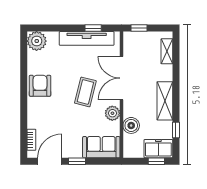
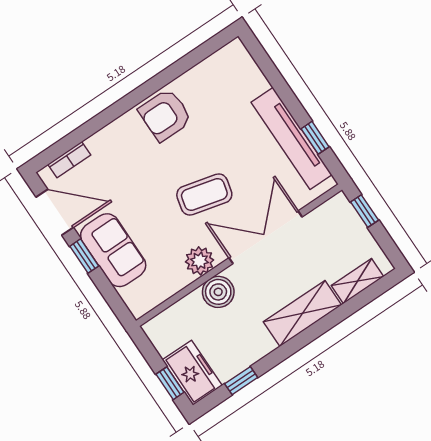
plant: (37, 41) -> (233, 61), removed
armchair: (40, 86) -> (165, 115), turned 180
shelving: (165, 101) -> (302, 313), moved
boiler: (131, 125) -> (218, 292), moved
sofa: (101, 147) -> (113, 250), moved

